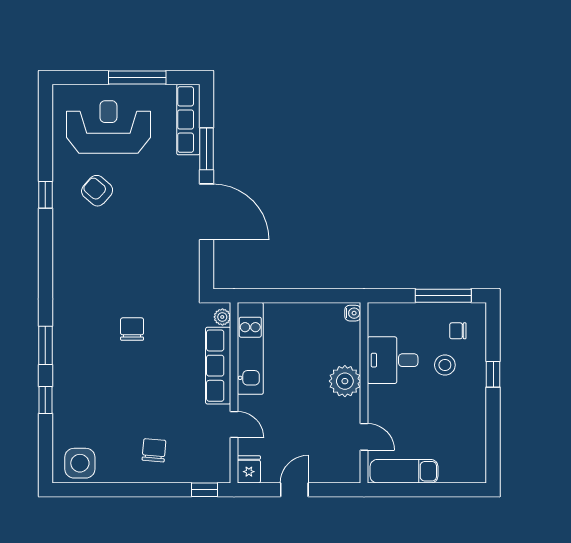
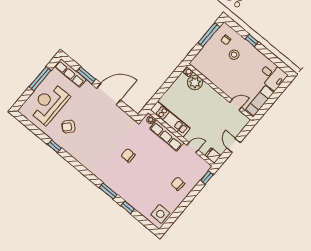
desk: (393, 360) -> (273, 76), moved, turned -90
plant: (345, 381) -> (195, 82), moved

